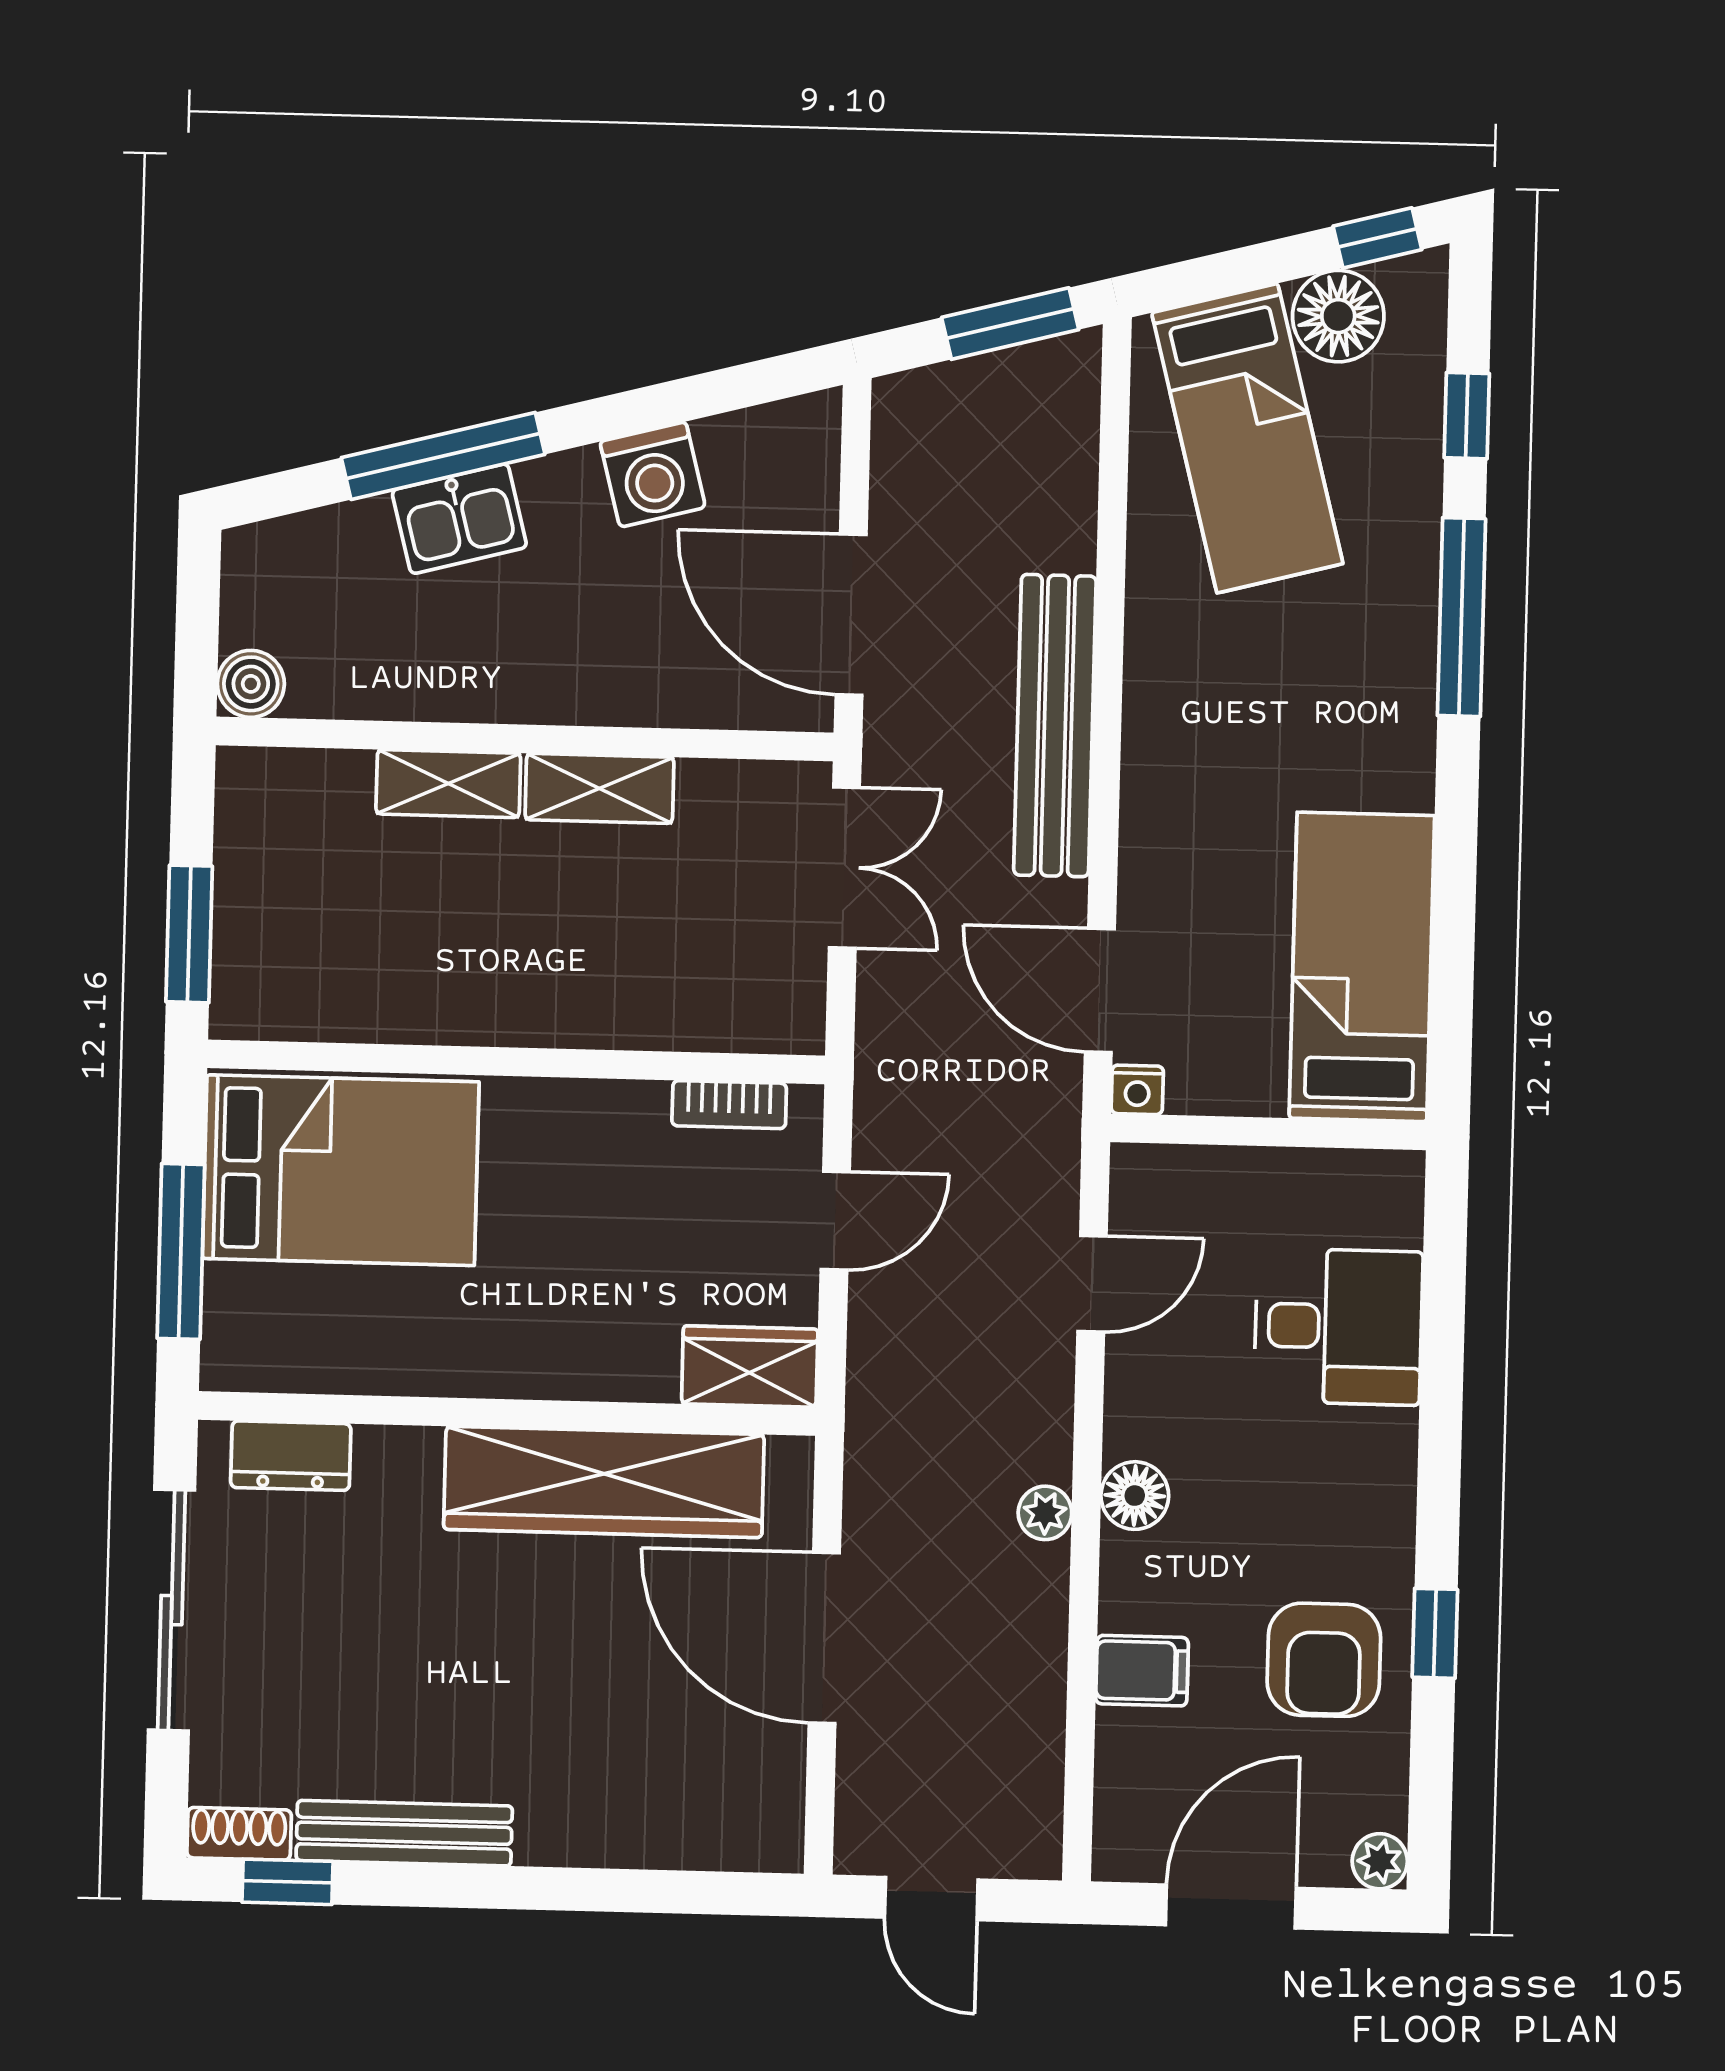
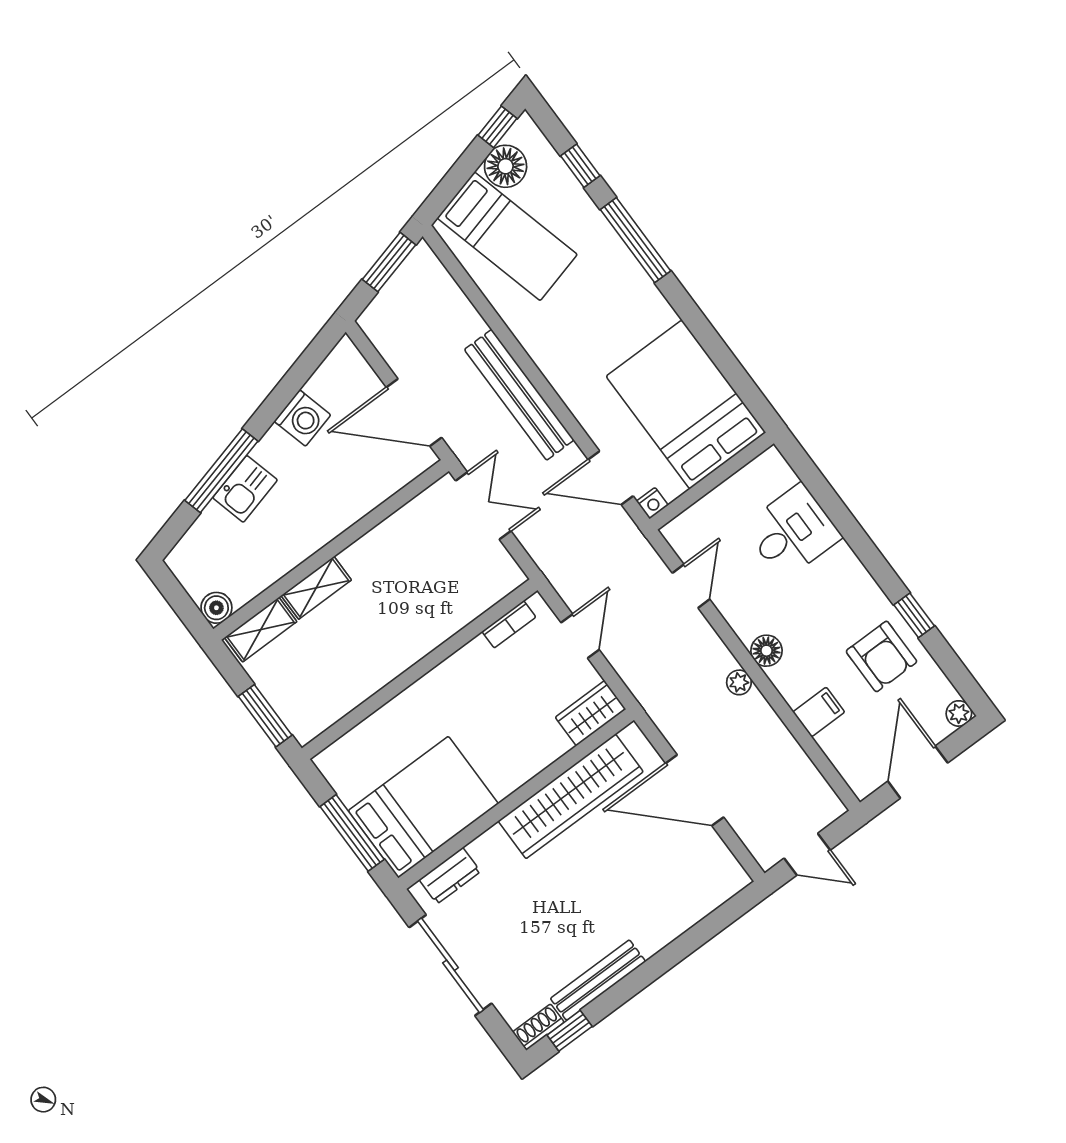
shelving: (599, 788) -> (261, 630), moved
bed: (1362, 967) -> (686, 404), width x1.50
bed: (341, 1170) -> (423, 807), moved

